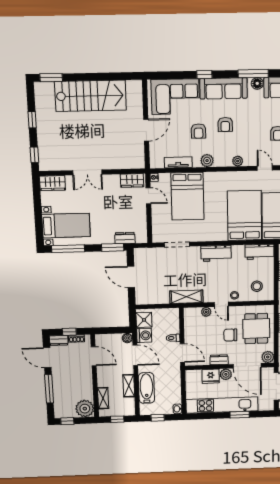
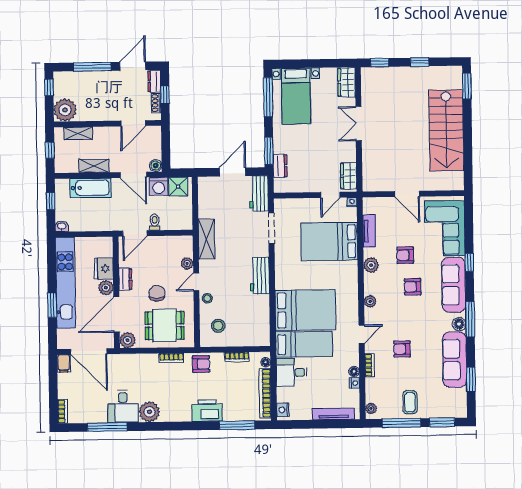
workbench: (259, 252) -> (259, 193), moved
door: (135, 355) -> (133, 175), hinge flipped

